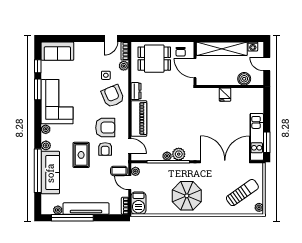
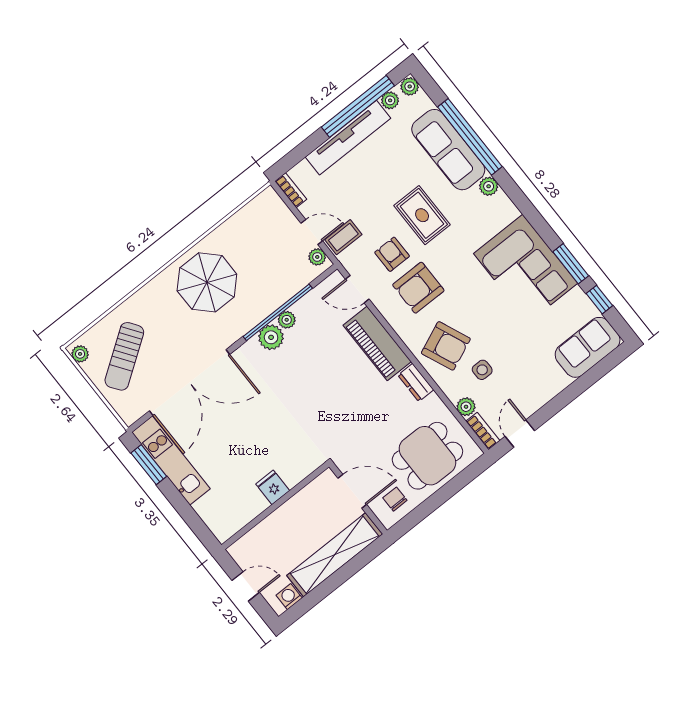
boiler: (244, 79) -> (262, 536), removed
plant: (46, 129) -> (410, 86), moved
barbecue: (139, 203) -> (273, 211), removed

